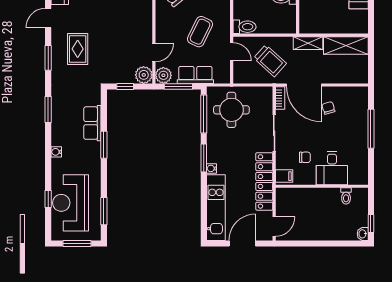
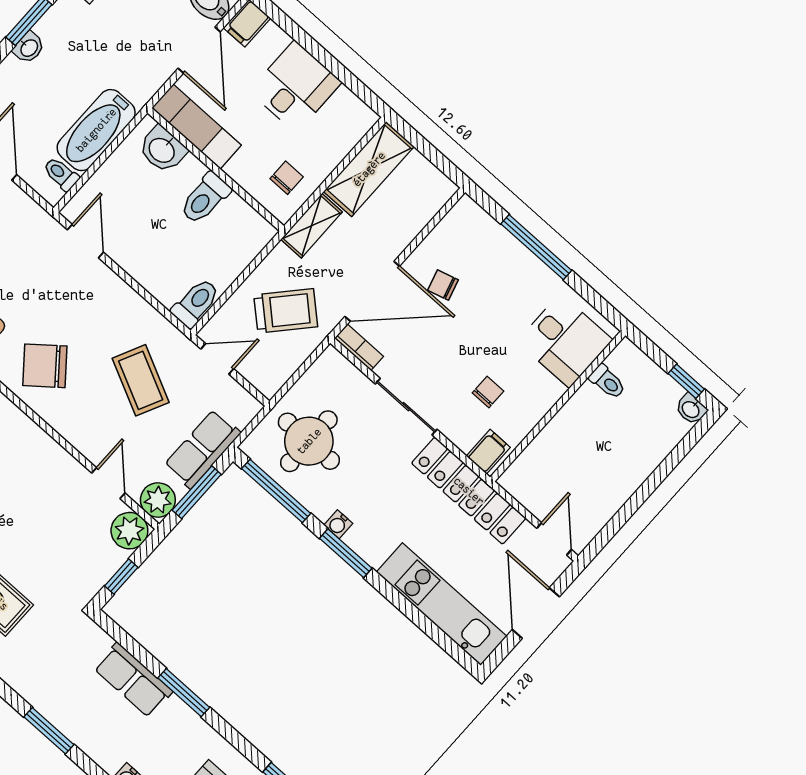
chair: (317, 19) -> (287, 178), added
water cooler: (212, 168) -> (338, 524), moved
desk: (332, 168) -> (565, 341), moved

